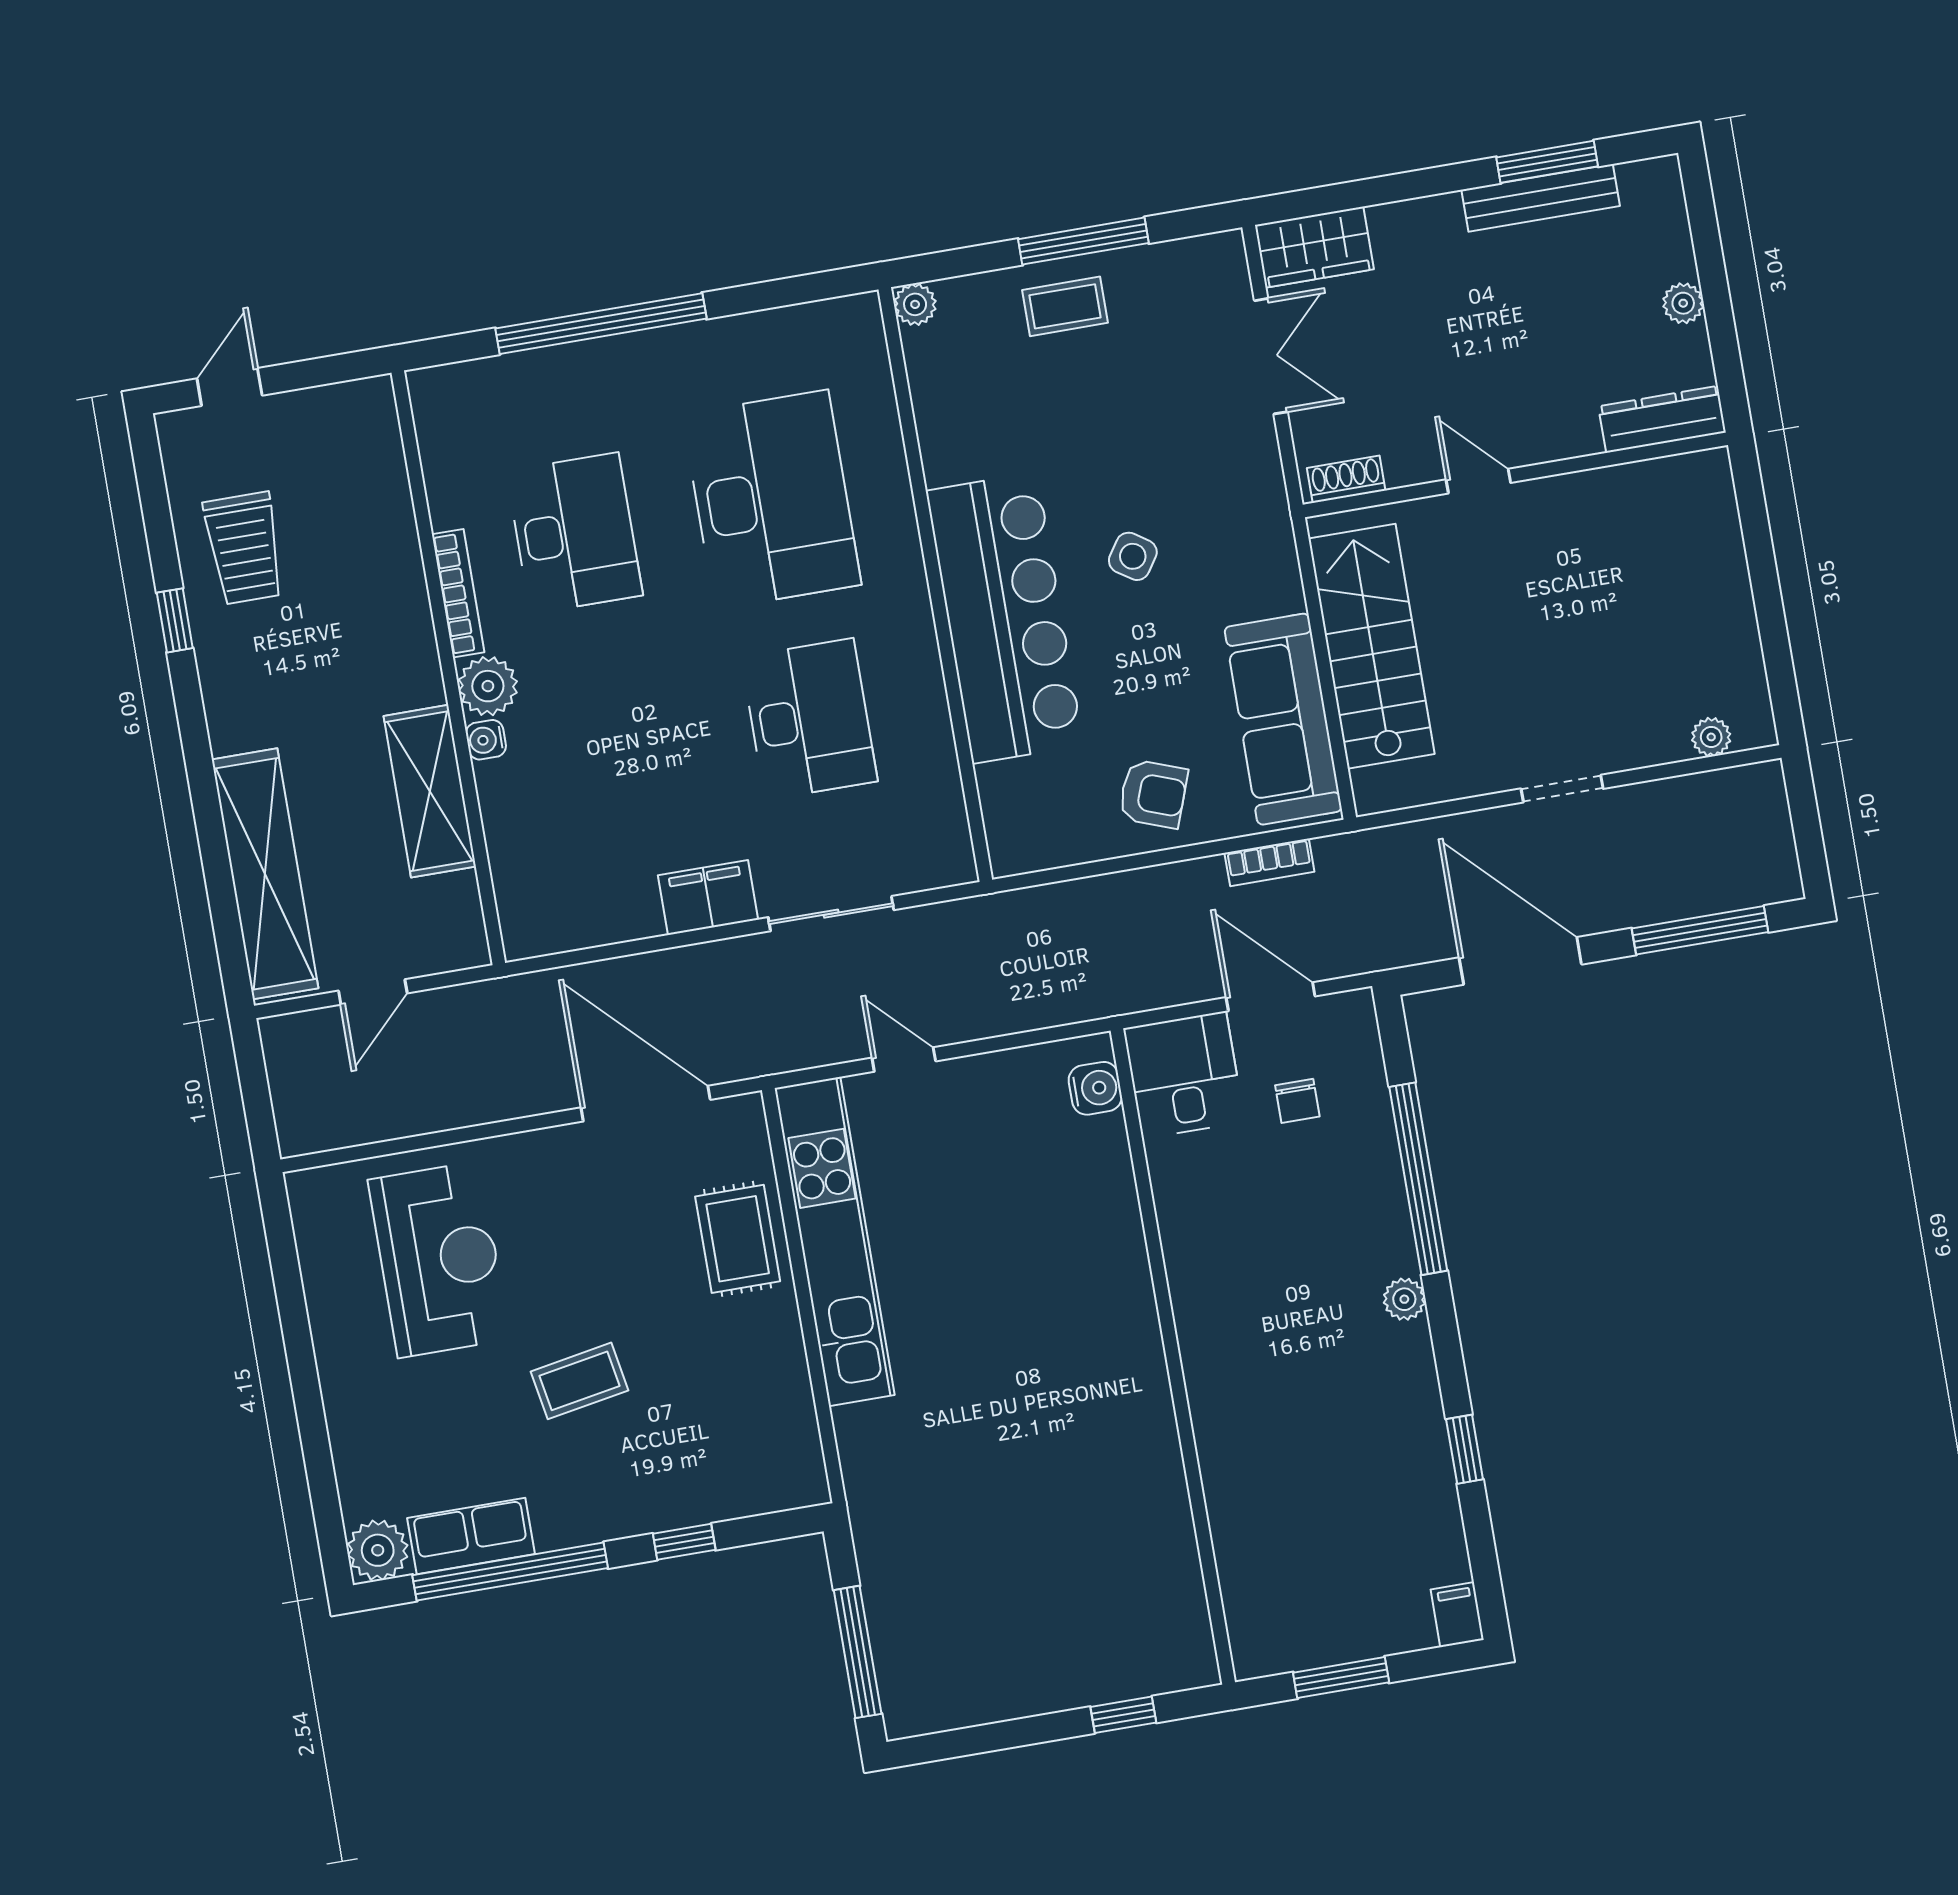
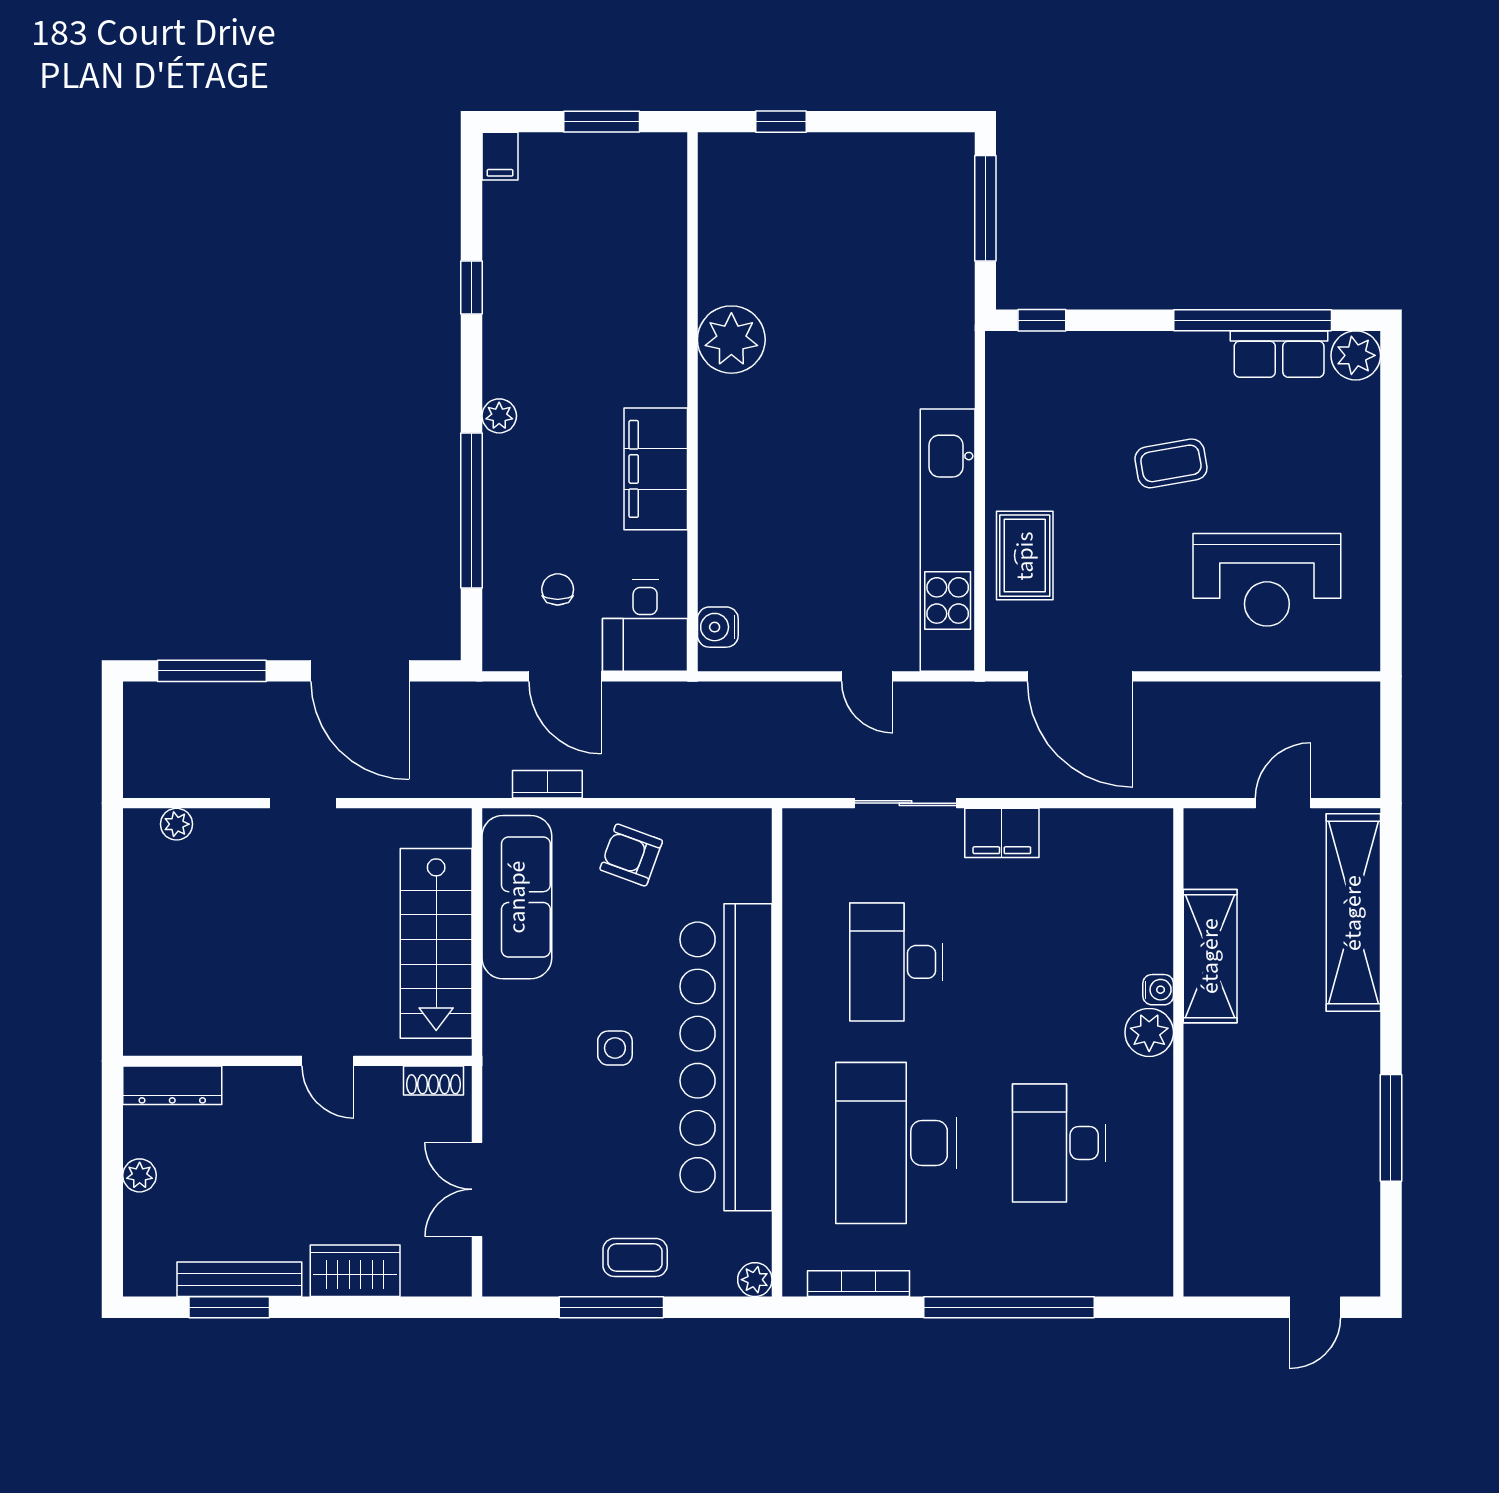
wardrobe: (1314, 247) -> (355, 1271), moved
trolley: (244, 548) -> (1325, 1176), removed
side table: (1133, 556) -> (615, 1048), turned -34
bookcase: (458, 593) -> (859, 1284), moved, turned 90
bar counter: (1005, 618) -> (726, 1057), width x1.36
window: (175, 620) -> (1391, 1128), width x2.17
reception desk: (439, 1260) -> (1267, 580), turned -90
filing cabinet: (1203, 1267) -> (656, 469), added
plant: (1139, 1440) -> (731, 340), added
window: (684, 1542) -> (1042, 320), moved

